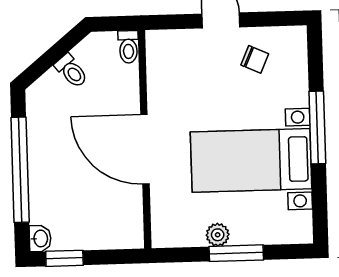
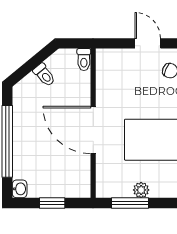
window: (236, 253) -> (130, 203), moved
window: (64, 258) -> (52, 203), moved

